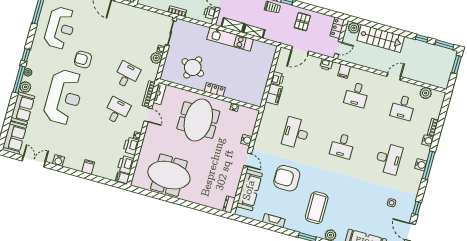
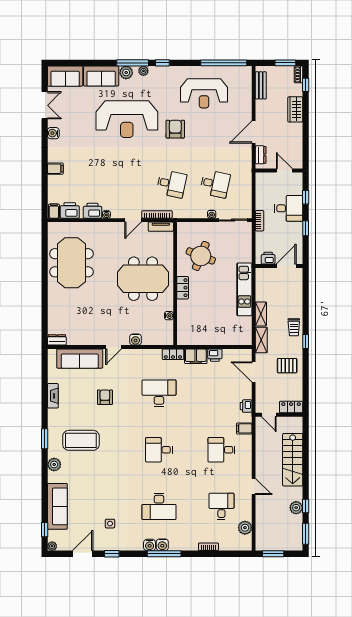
shelving: (233, 25) -> (261, 340), moved
plant: (354, 28) -> (296, 508), moved
plant: (156, 58) -> (200, 212), removed
window: (457, 64) -> (273, 554), moved
desk: (403, 107) -> (221, 506), turned 90
desk: (117, 111) -> (215, 184), moved
locker: (267, 113) -> (173, 354), added
water cooler: (428, 141) -> (150, 545), moved
armchair: (287, 178) -> (105, 397), width x0.53, depth x0.53

